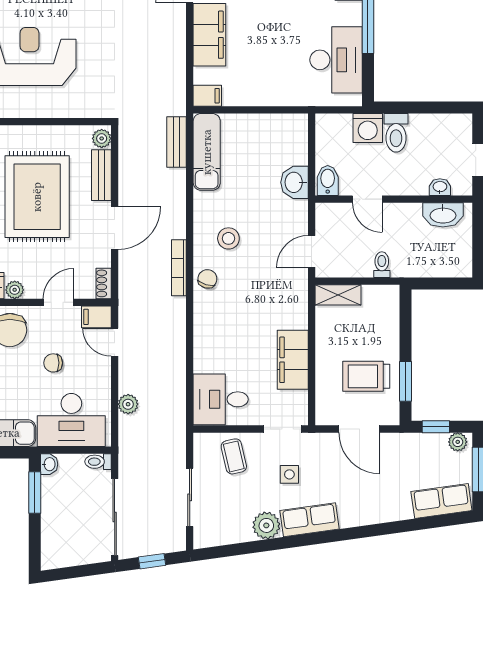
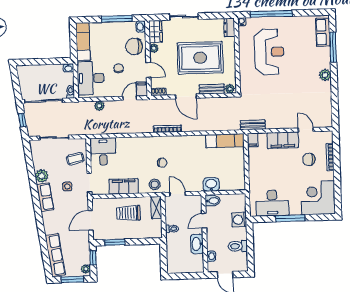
toilet: (396, 133) -> (238, 246), moved
bench: (176, 142) -> (253, 125), moved
washbasin: (443, 215) -> (197, 244), moved
stool: (228, 238) -> (155, 184), moved
chair: (207, 279) -> (162, 163), moved
trolley: (366, 376) -> (128, 213), moved, turned -90
window: (35, 493) -> (54, 61), removed
row of seats: (441, 501) -> (55, 255), width x1.48

